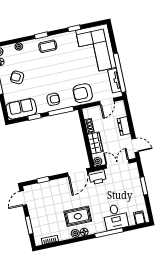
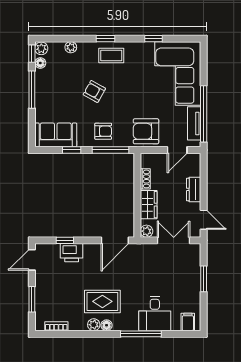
armchair: (17, 77) -> (94, 91), moved
printer: (97, 177) -> (72, 253), moved

